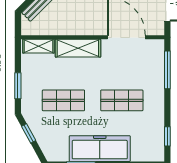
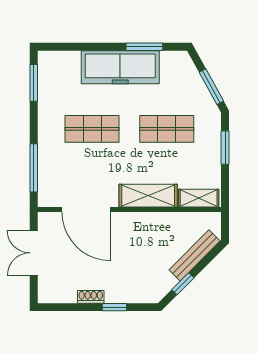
window: (29, 133) -> (211, 87), width x1.50
window: (167, 136) -> (34, 83), width x1.50

